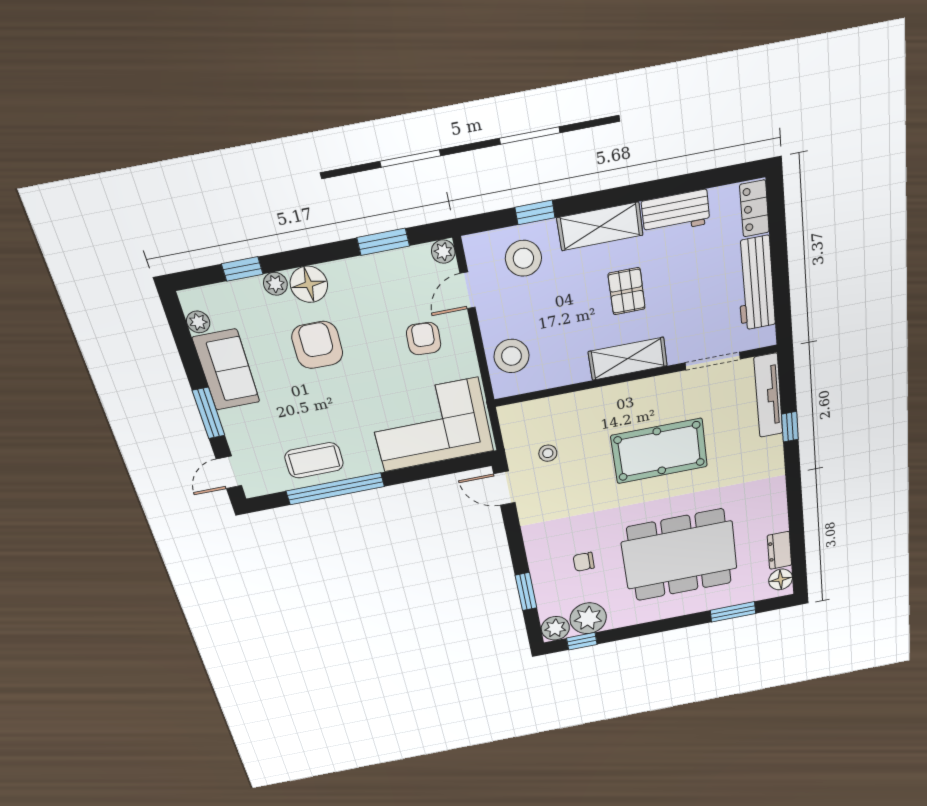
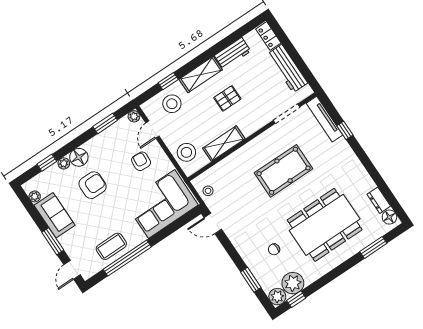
pallet: (627, 291) -> (227, 98), turned 90
armchair: (317, 345) -> (93, 185), turned 90
shelving: (628, 359) -> (224, 144), moved
stool: (548, 453) -> (208, 191), moved

